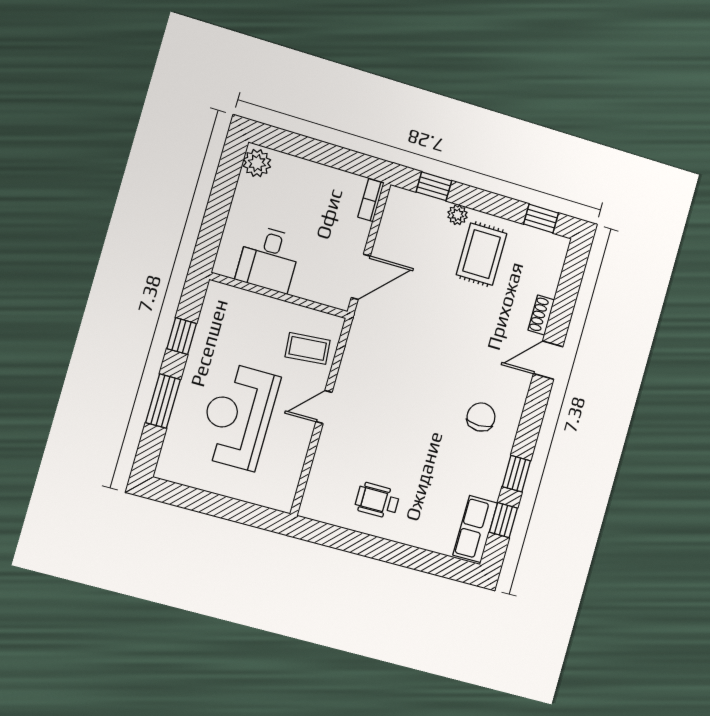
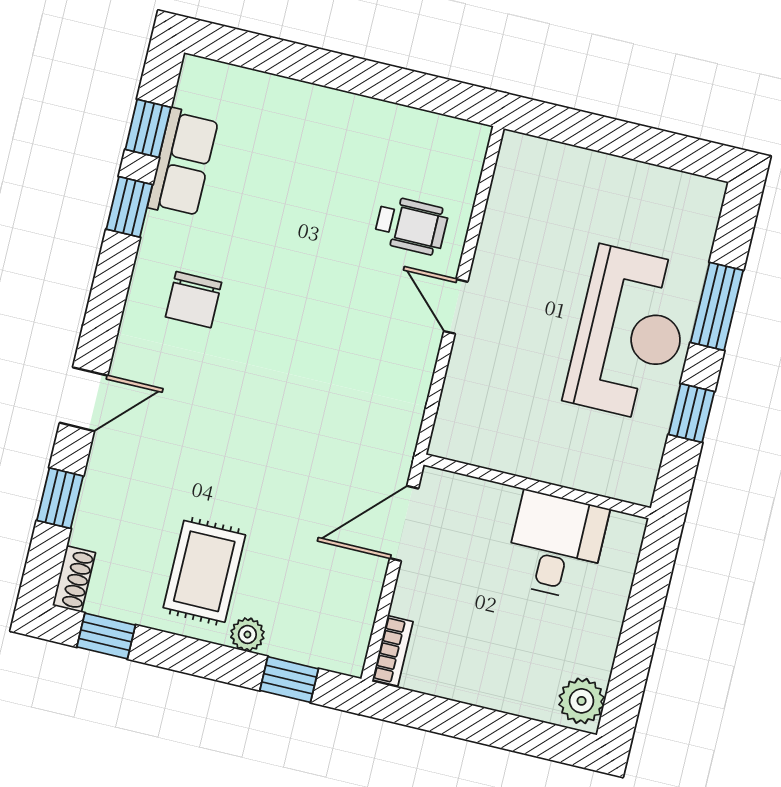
window: (564, 302) -> (60, 498), added
shoe rack: (541, 315) -> (74, 579), moved
coffee table: (308, 349) -> (487, 402), removed
door: (324, 407) -> (456, 306), swing flipped
reception desk: (238, 416) -> (630, 334), moved
wheelchair: (377, 500) -> (411, 225), moved
row of seats: (475, 529) -> (183, 163), moved

